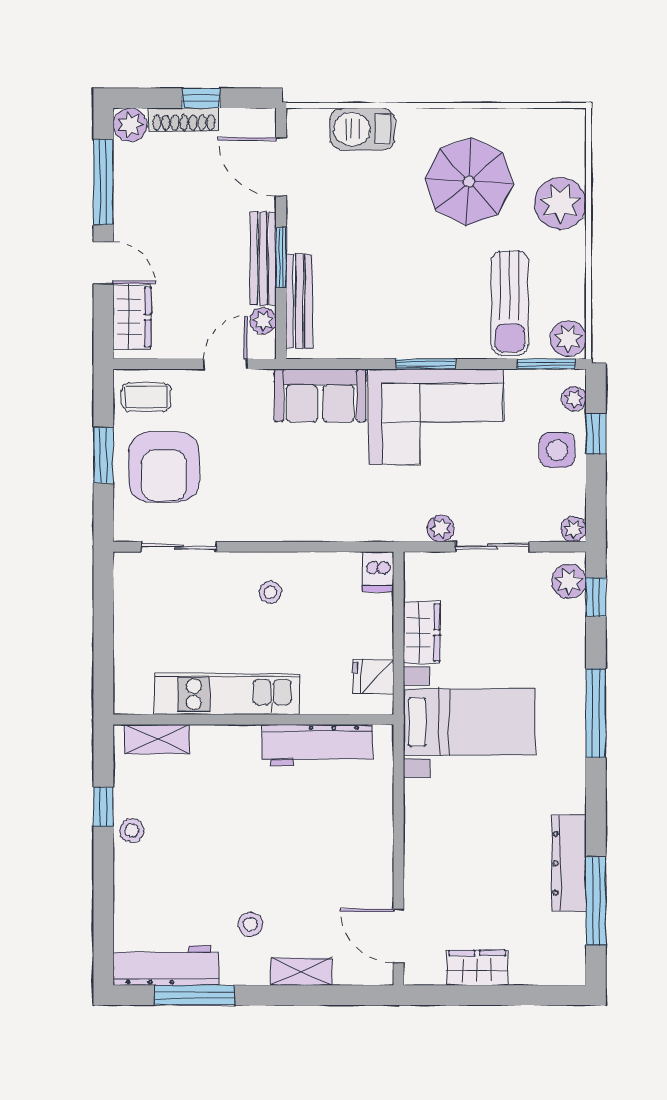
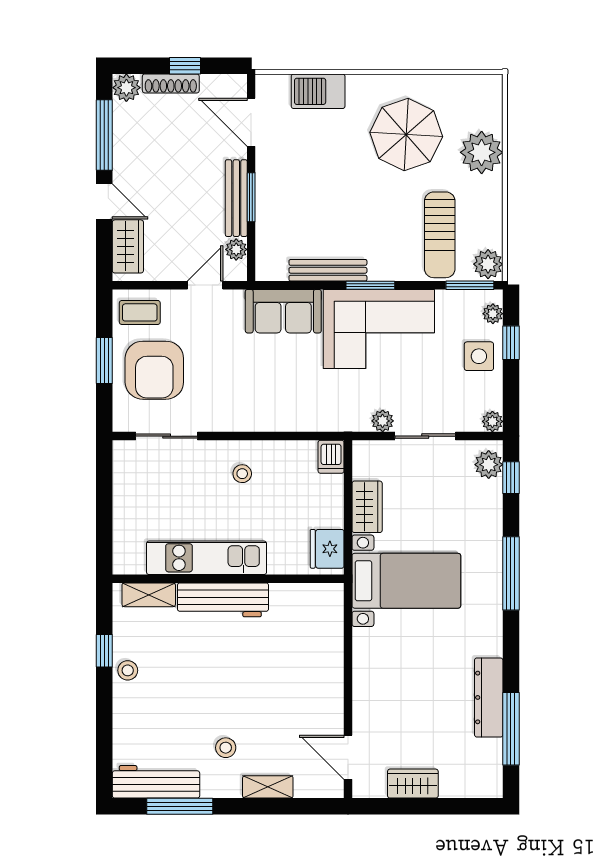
bench: (299, 301) -> (328, 270), moved, turned 90
fridge: (373, 677) -> (327, 549), width x1.38
workbench: (317, 745) -> (223, 600), moved

